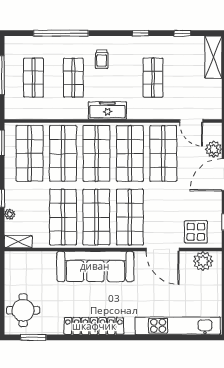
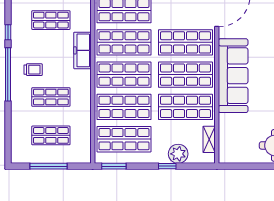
window: (61, 33) -> (8, 74), moved
freezer: (107, 110) -> (83, 50), moved
plant: (10, 214) -> (178, 154), width x1.87, depth x1.87
shelving: (18, 242) -> (209, 139), moved

